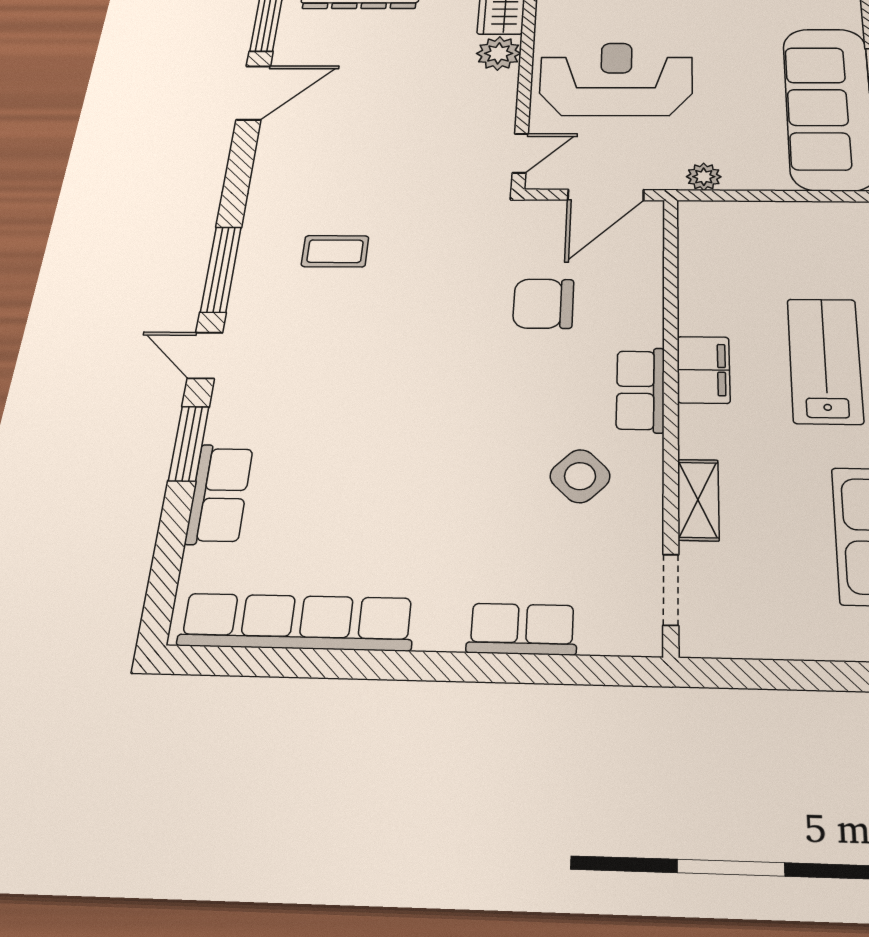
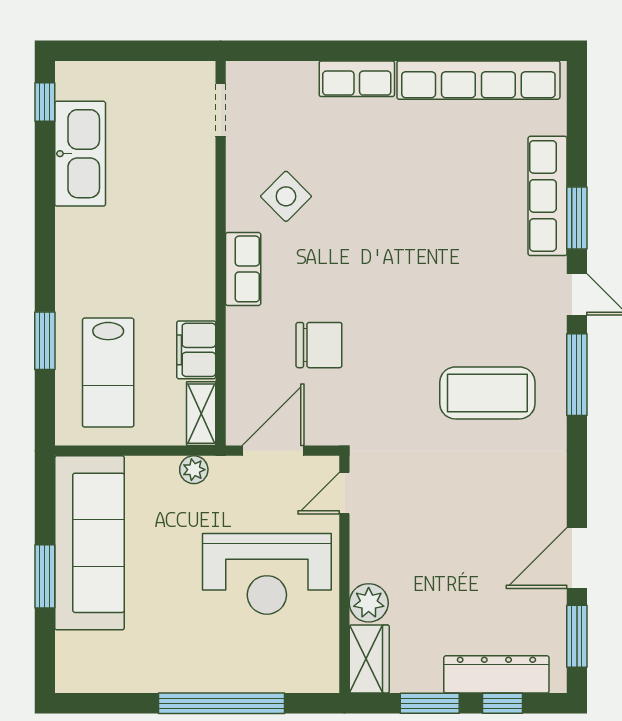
coffee table: (335, 251) -> (487, 393), width x1.86, depth x1.72
lab bench: (825, 360) -> (108, 373), moved
filing cabinet: (703, 370) -> (196, 350), moved
row of seats: (219, 494) -> (548, 196), width x1.48
shelving: (698, 500) -> (201, 414), moved
row of seats: (522, 629) -> (357, 79), moved

